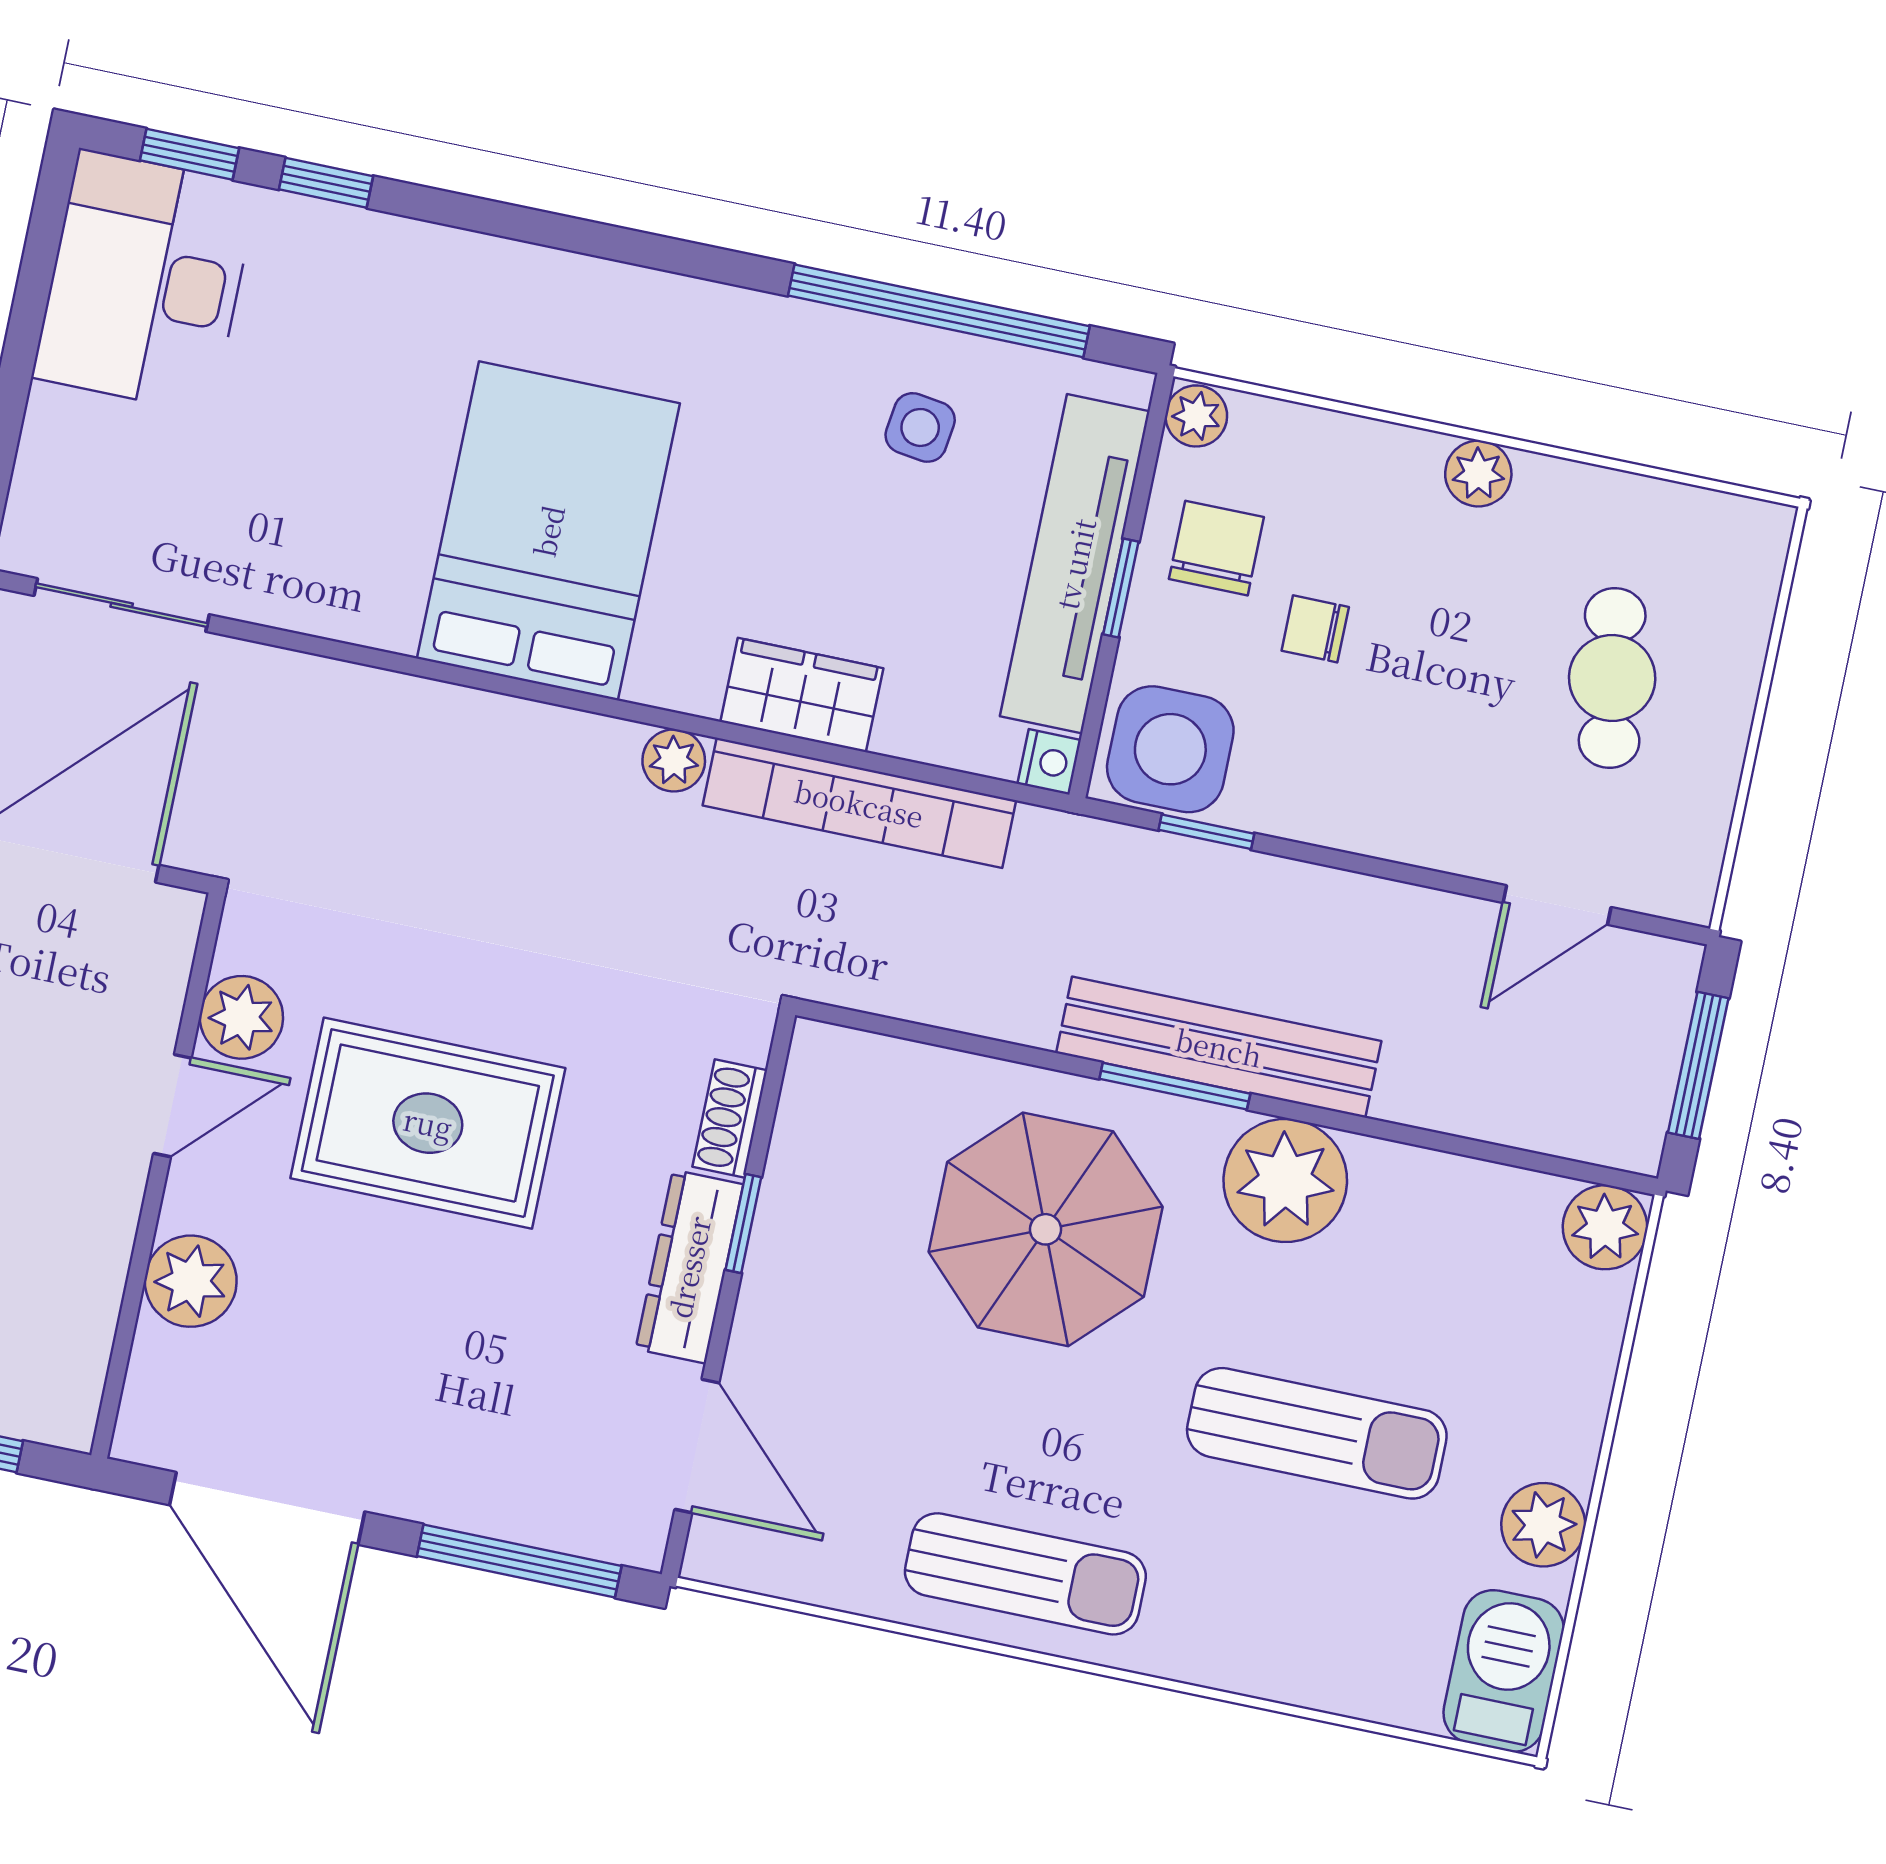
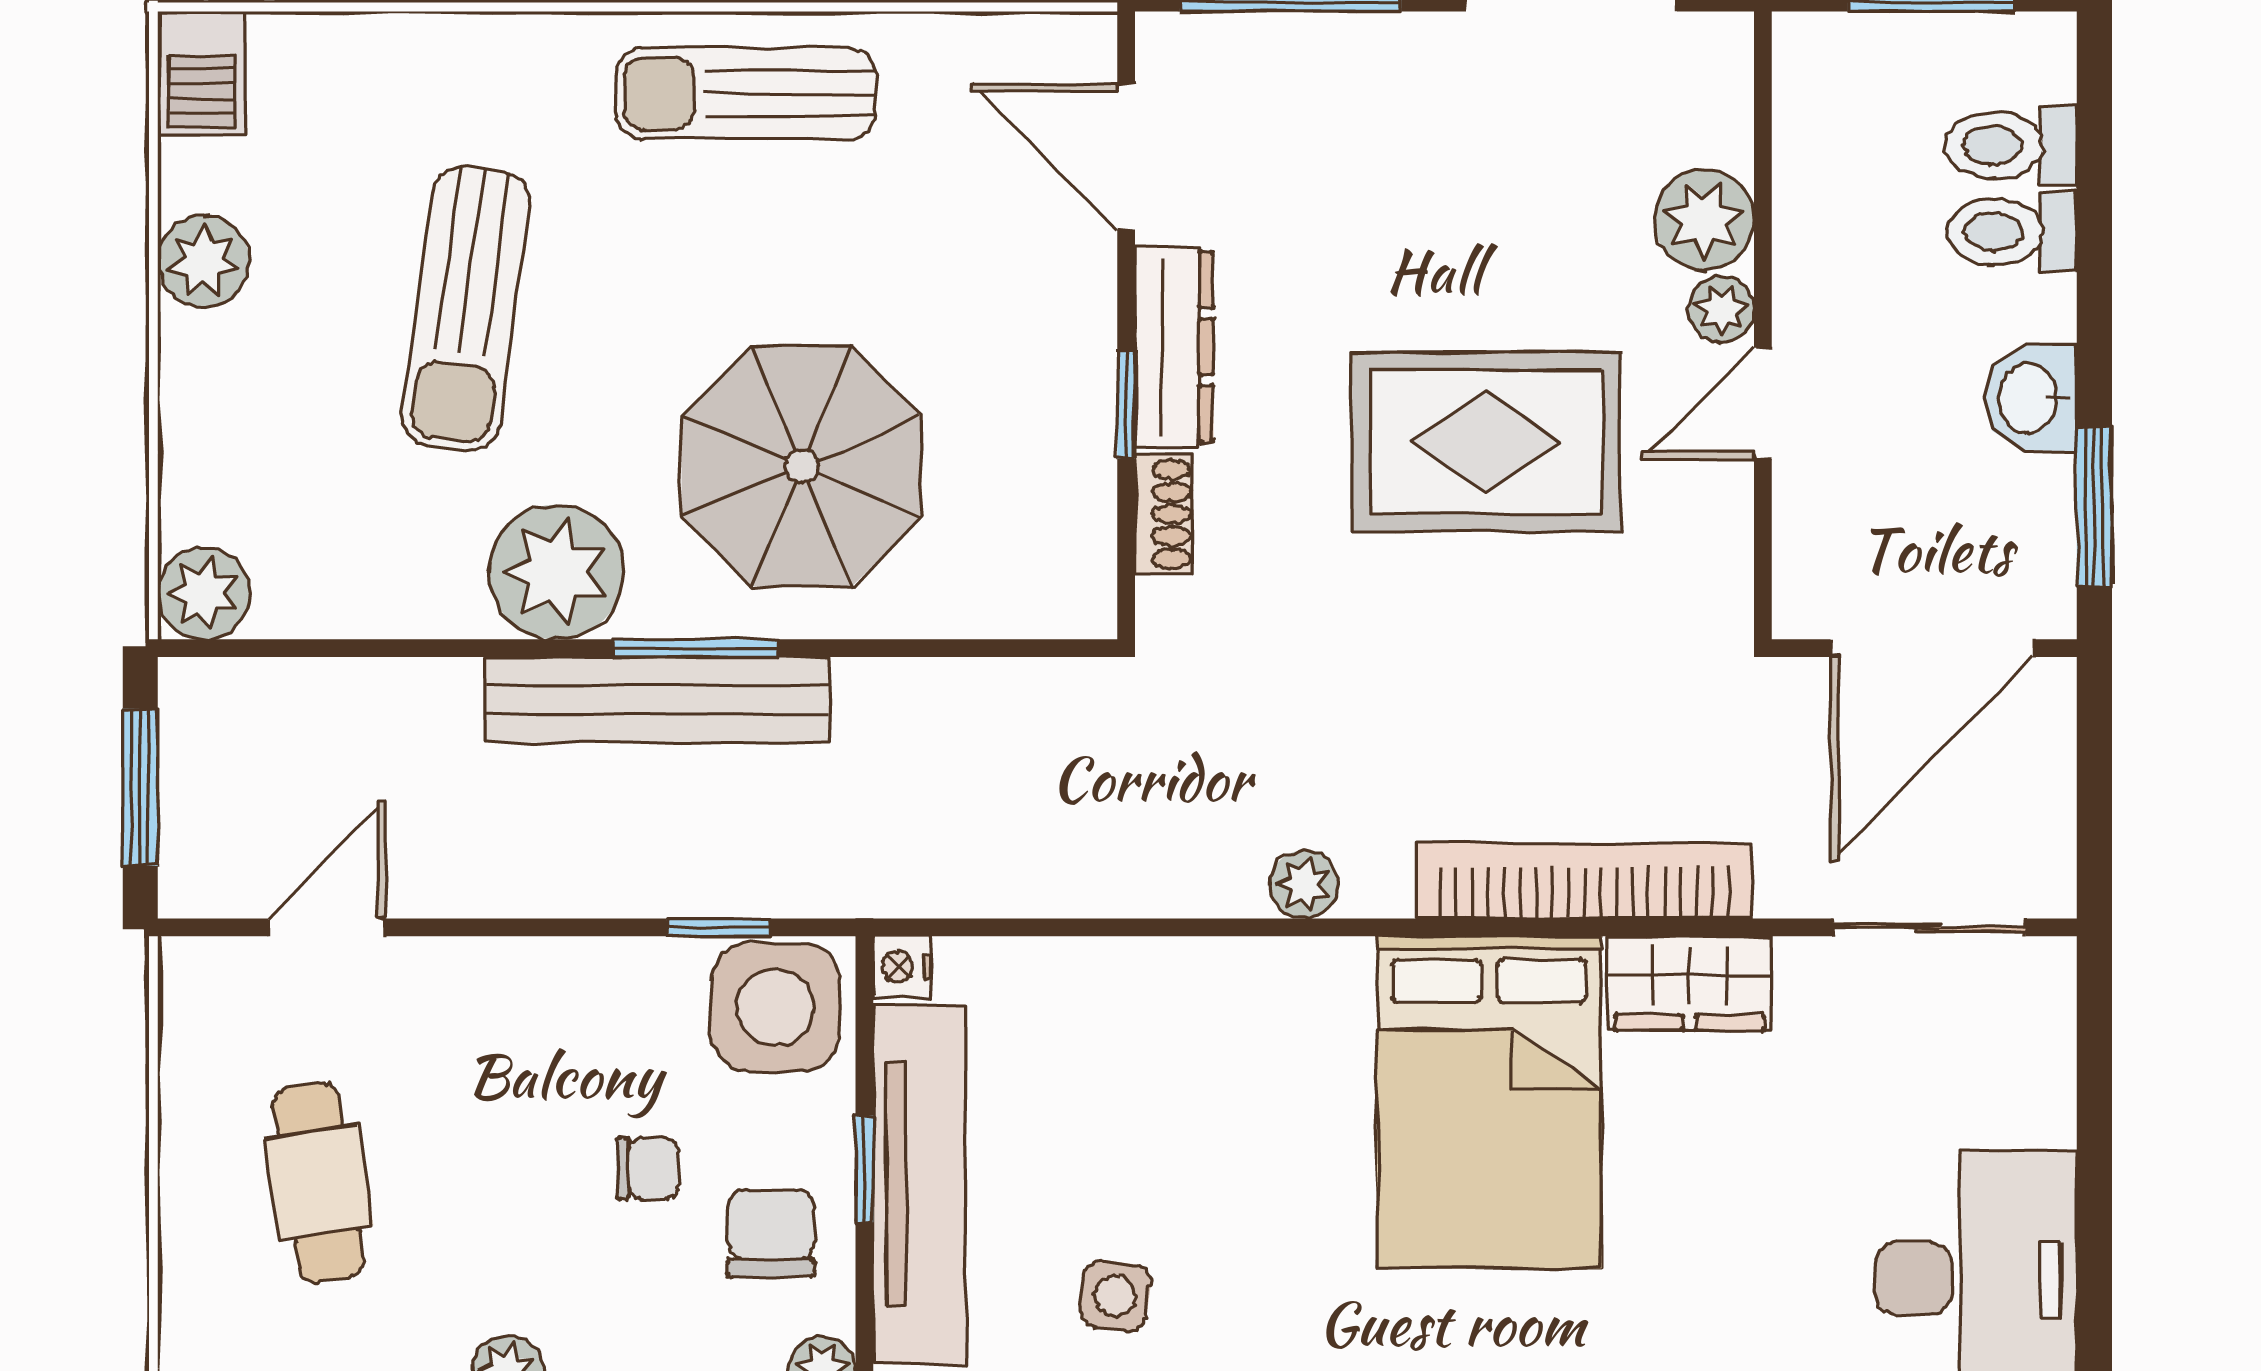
chair: (1216, 548) -> (771, 1233), turned 180
wardrobe: (802, 695) -> (1689, 983), moved
bookcase: (859, 803) -> (1584, 881), moved
plant: (241, 1017) -> (1721, 310), moved, width x0.73, depth x0.73
sun lounger: (1317, 1433) -> (466, 309), turned -82
barbecue: (1504, 1671) -> (202, 73), width x0.73, depth x0.79

